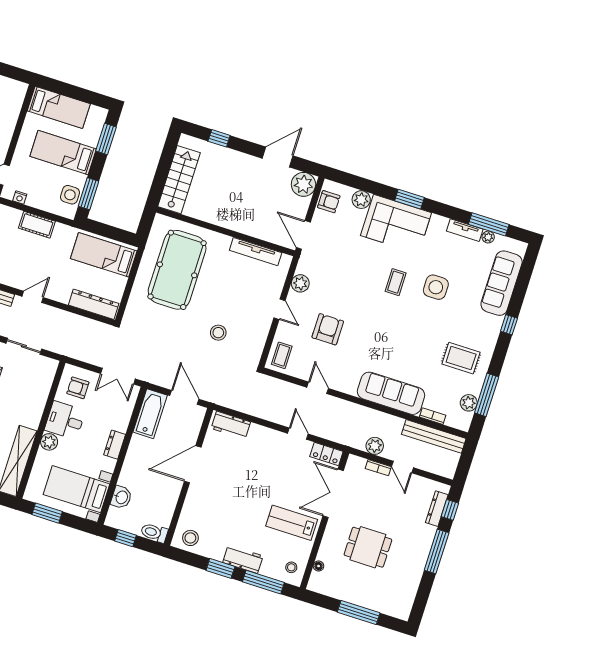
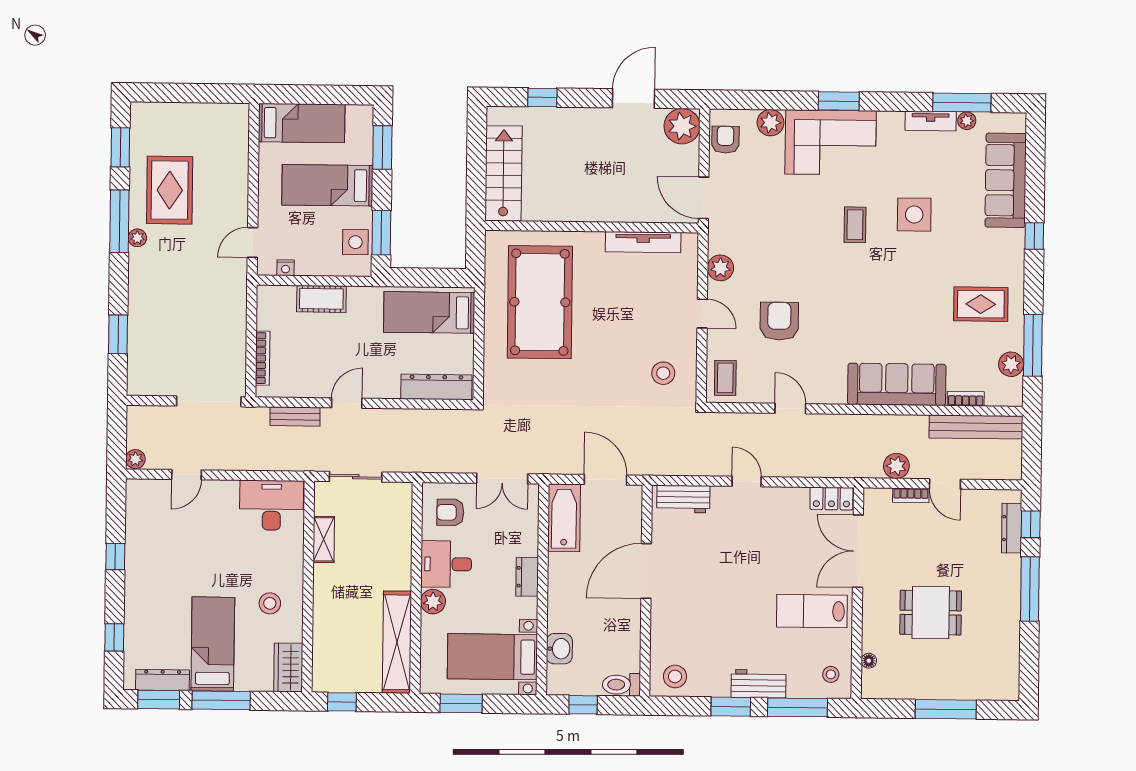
armchair: (329, 202) -> (725, 140), turned -90
stool: (218, 333) -> (663, 373), moved
door: (298, 434) -> (747, 482), moved

